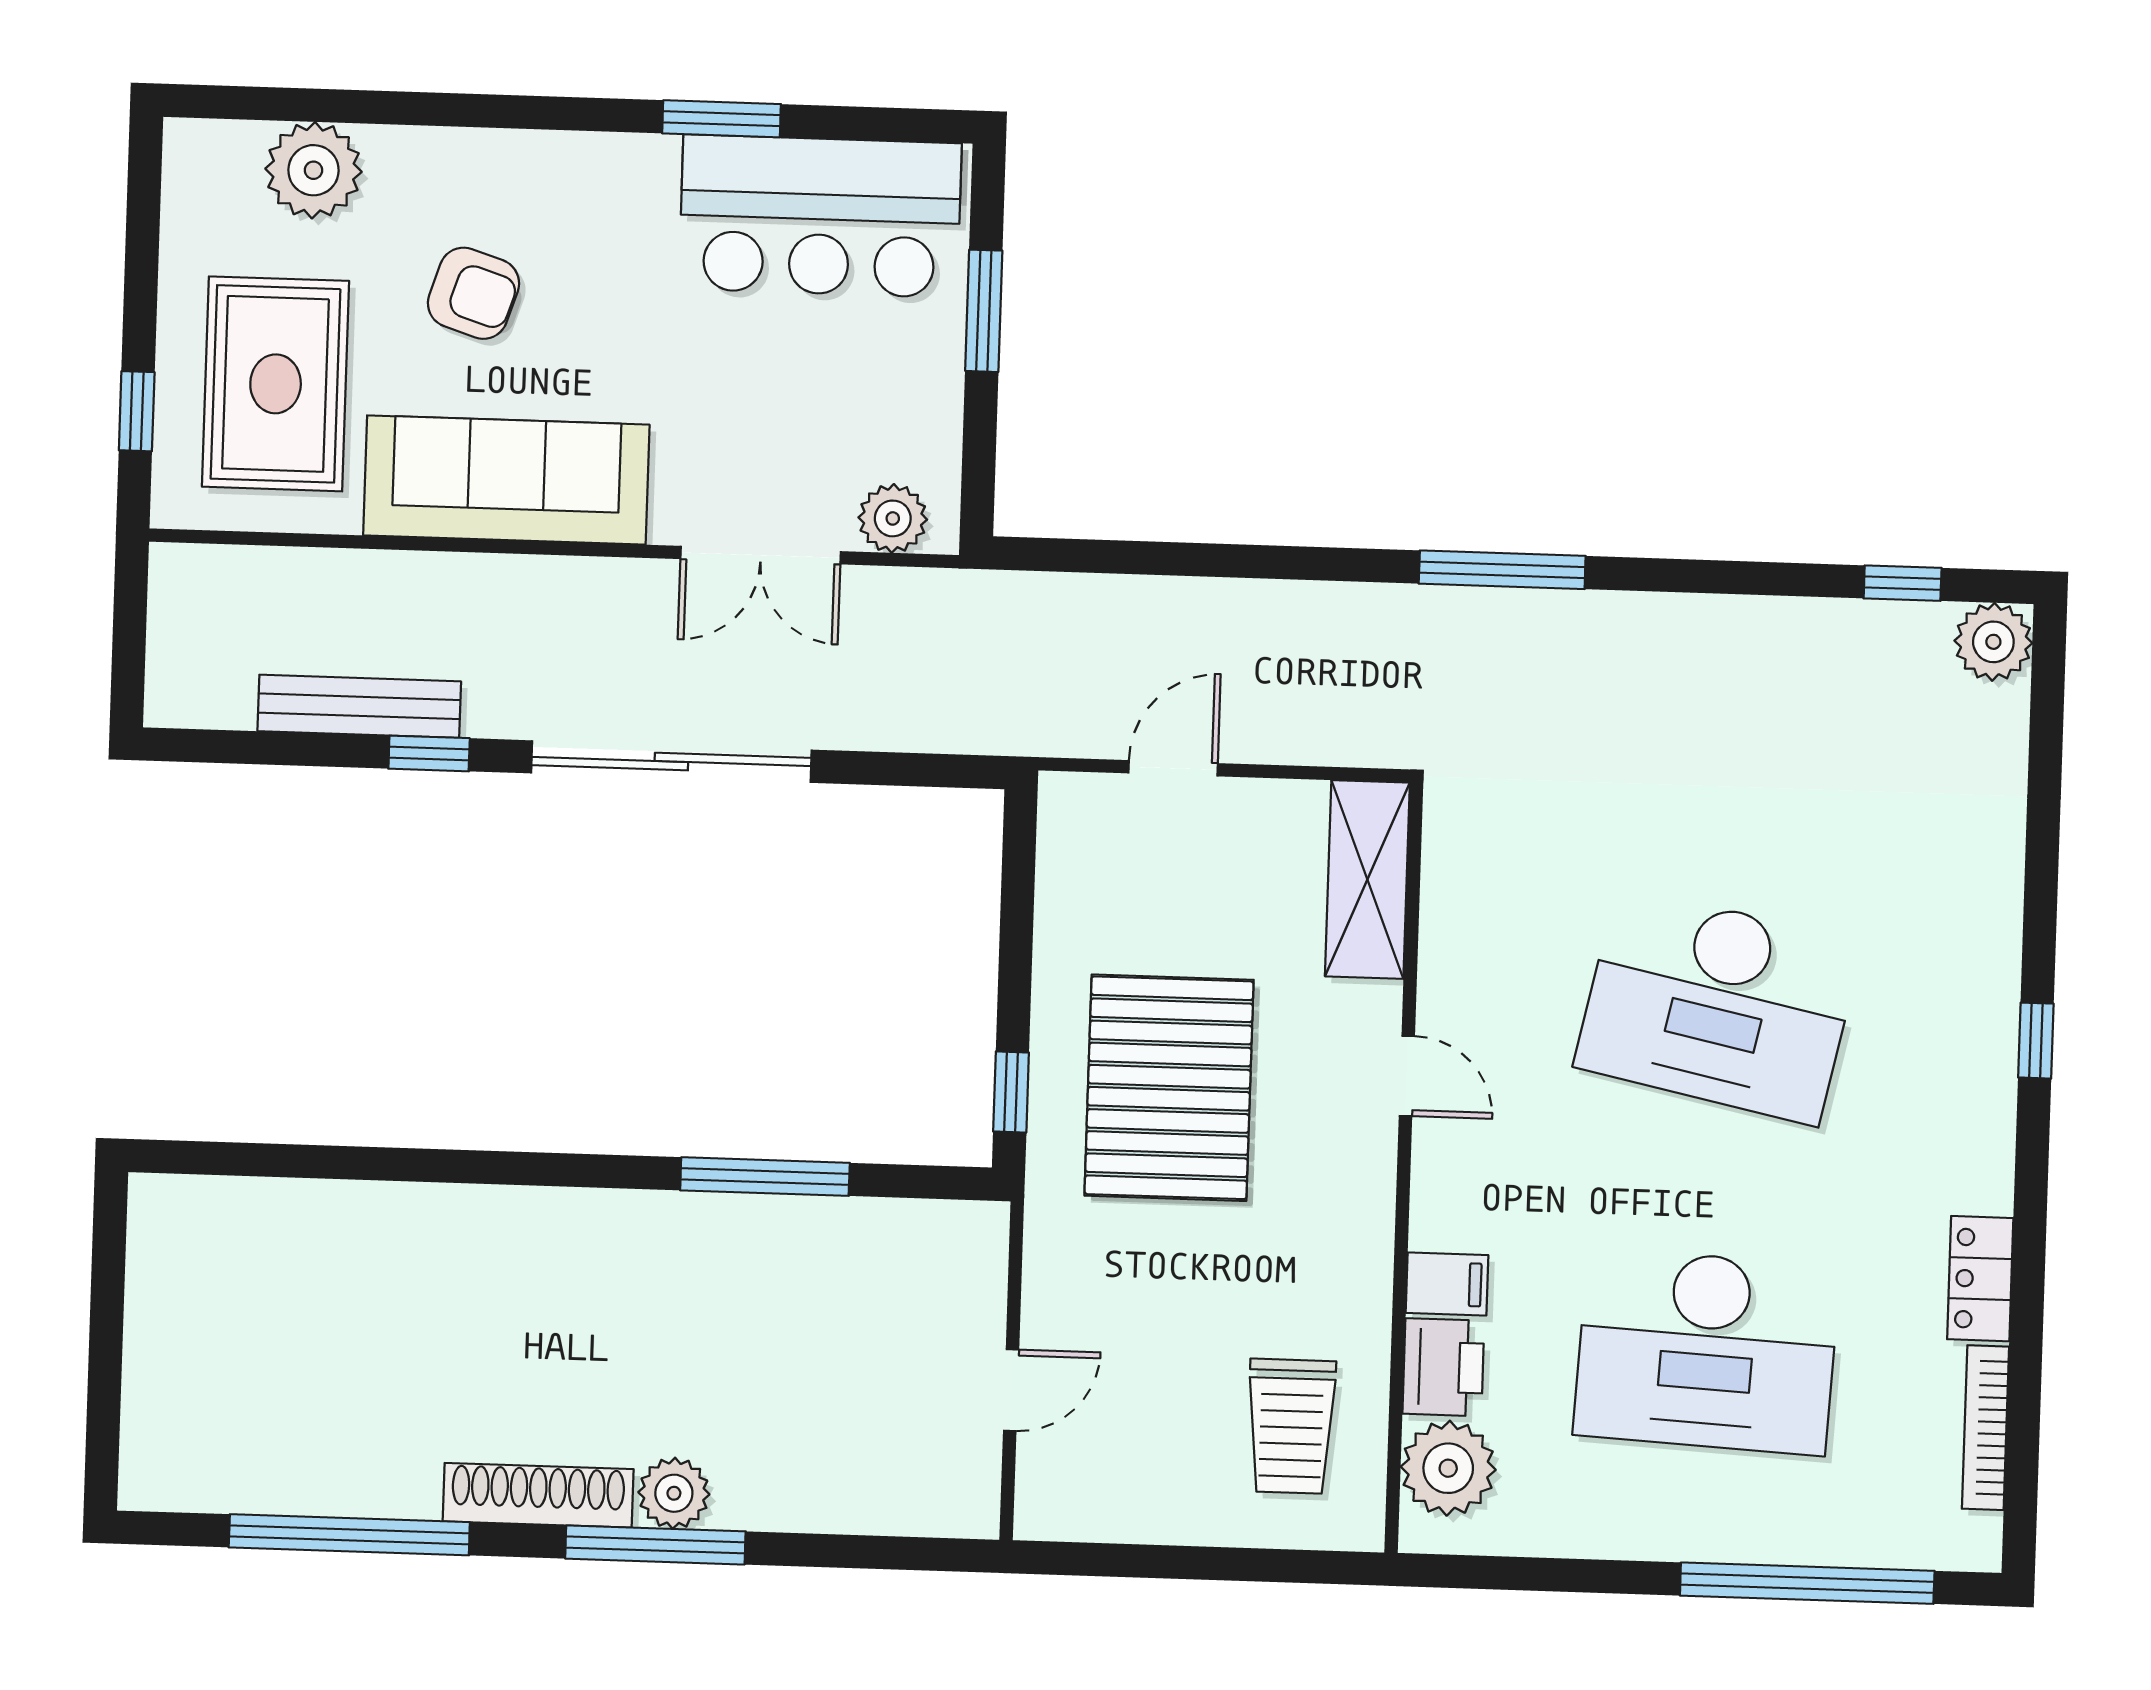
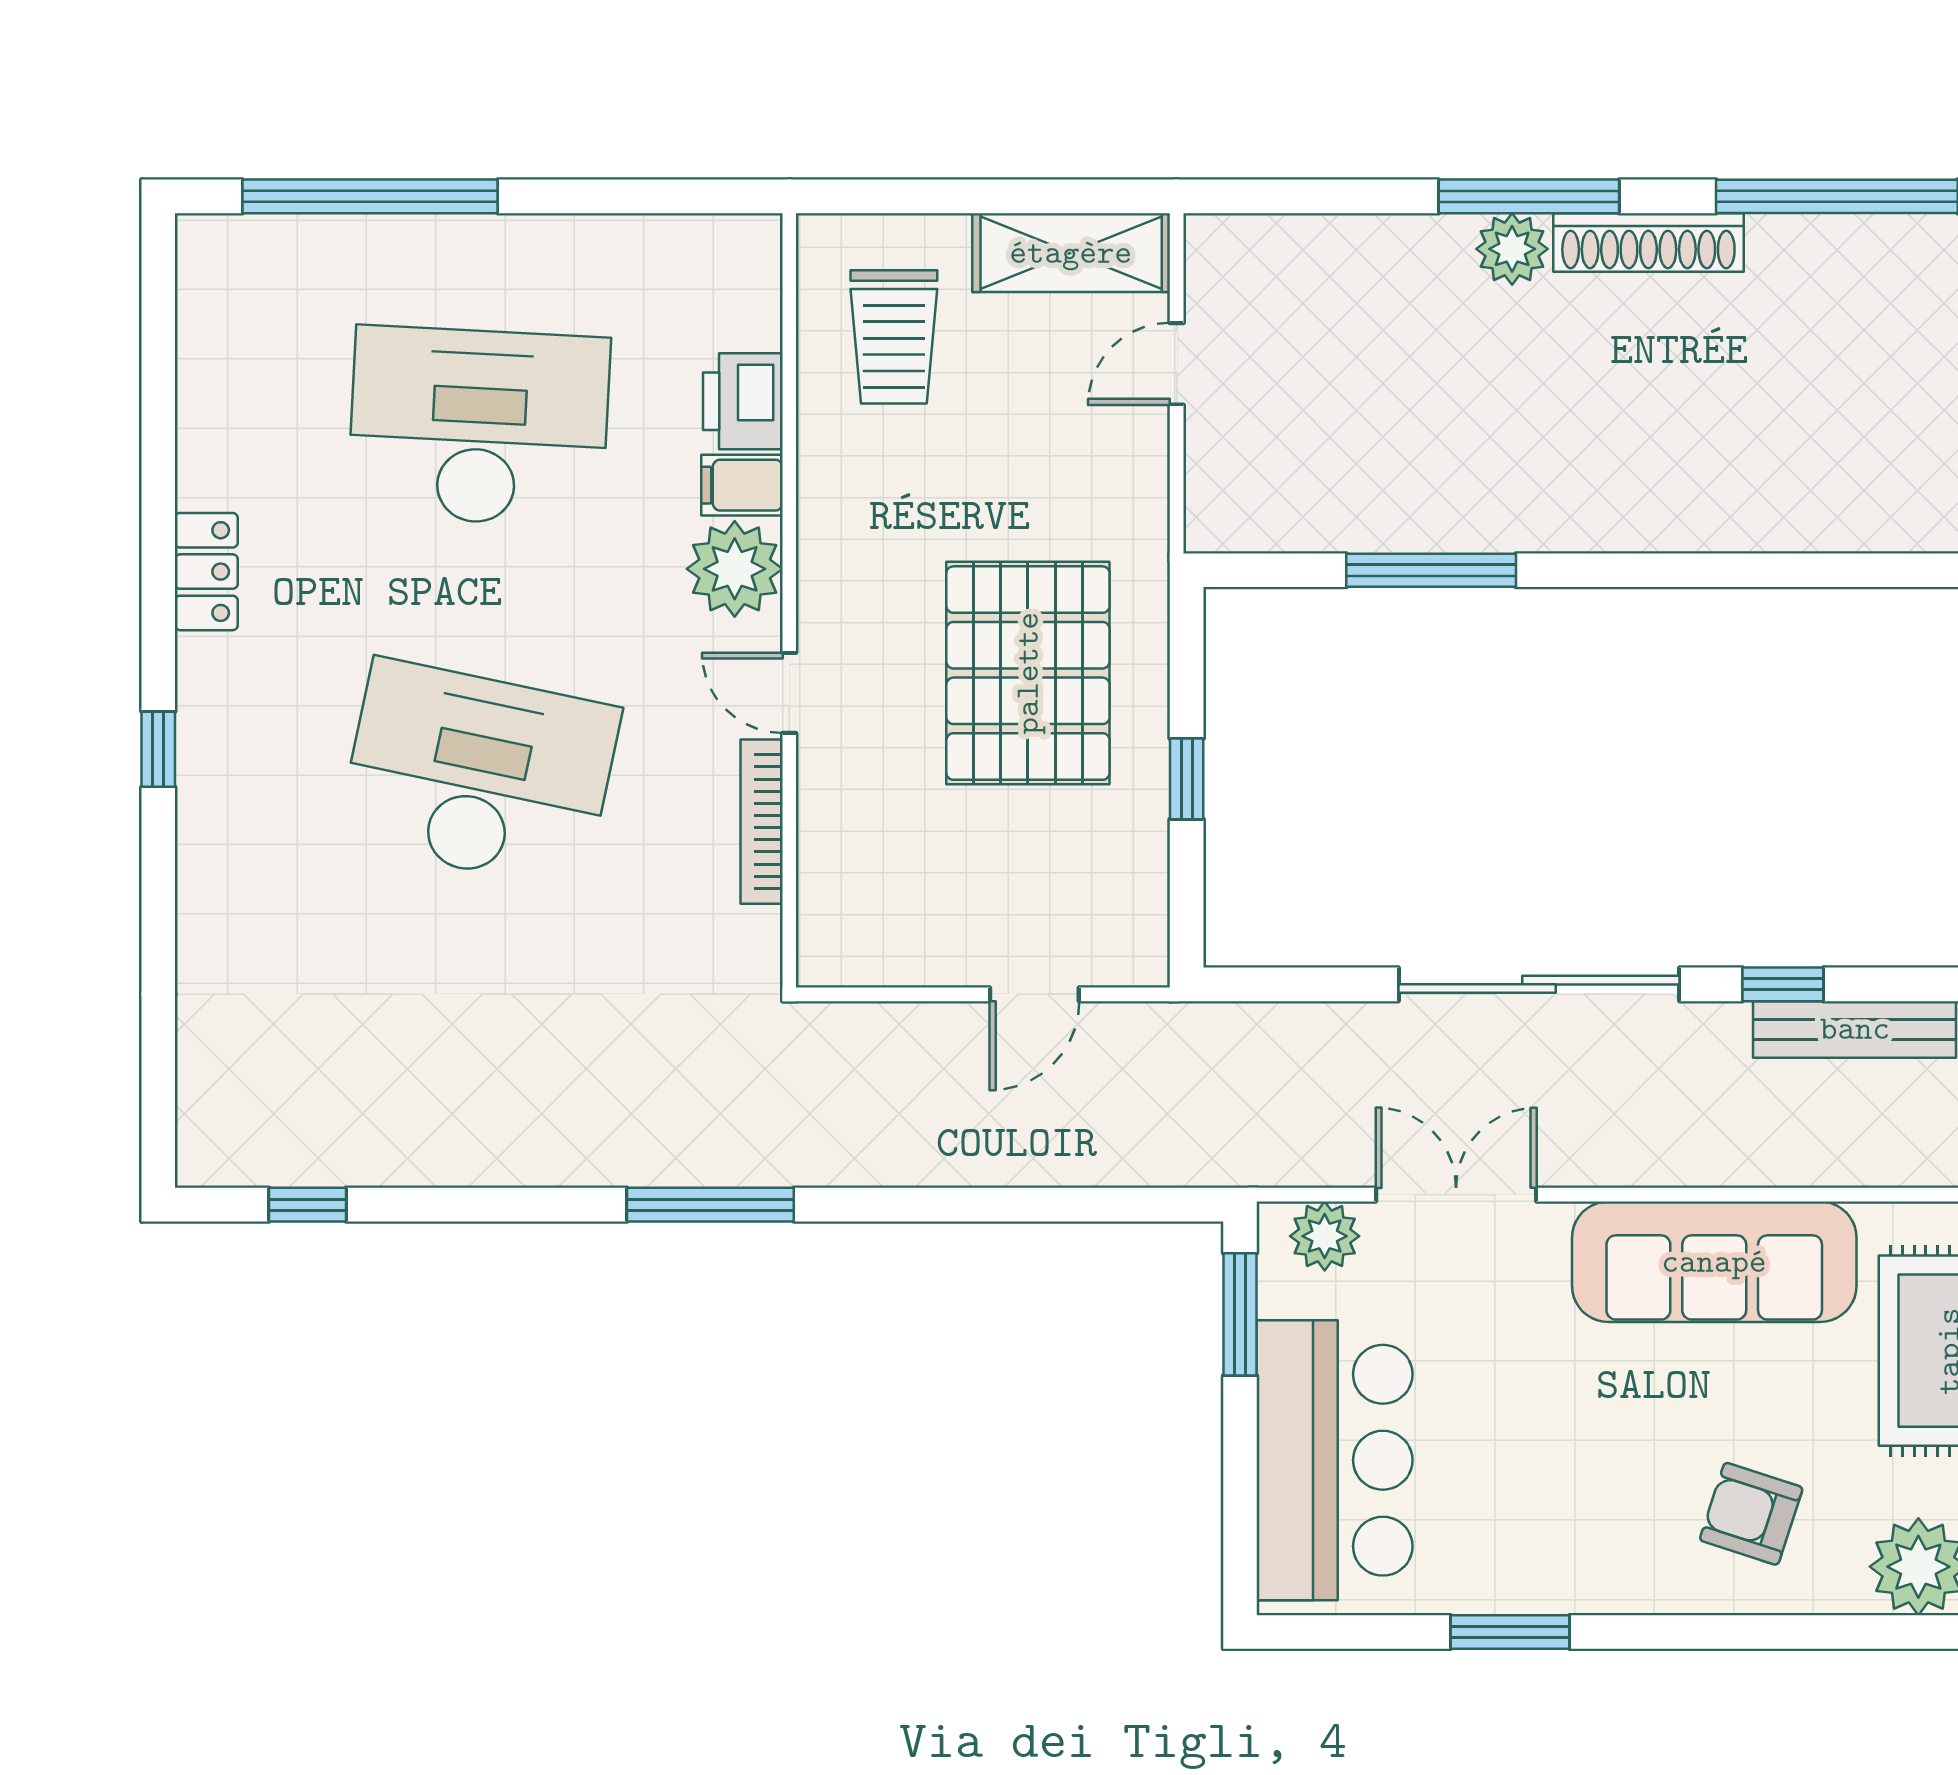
bar counter: (820, 216) -> (1335, 1460), moved, turned 90
armchair: (473, 293) -> (1751, 1514), moved
window: (984, 311) -> (1240, 1314), moved
plant: (1993, 642) -> (214, 1149), removed
shelving: (1367, 880) -> (1071, 253), moved, turned 90
window: (1011, 1092) -> (1187, 779), moved
locker: (1980, 1279) -> (206, 572), moved
trolley: (1291, 1426) -> (894, 337), turned 180
bookcase: (1985, 1428) -> (762, 822), moved, turned 180
plant: (1448, 1468) -> (735, 569), moved

